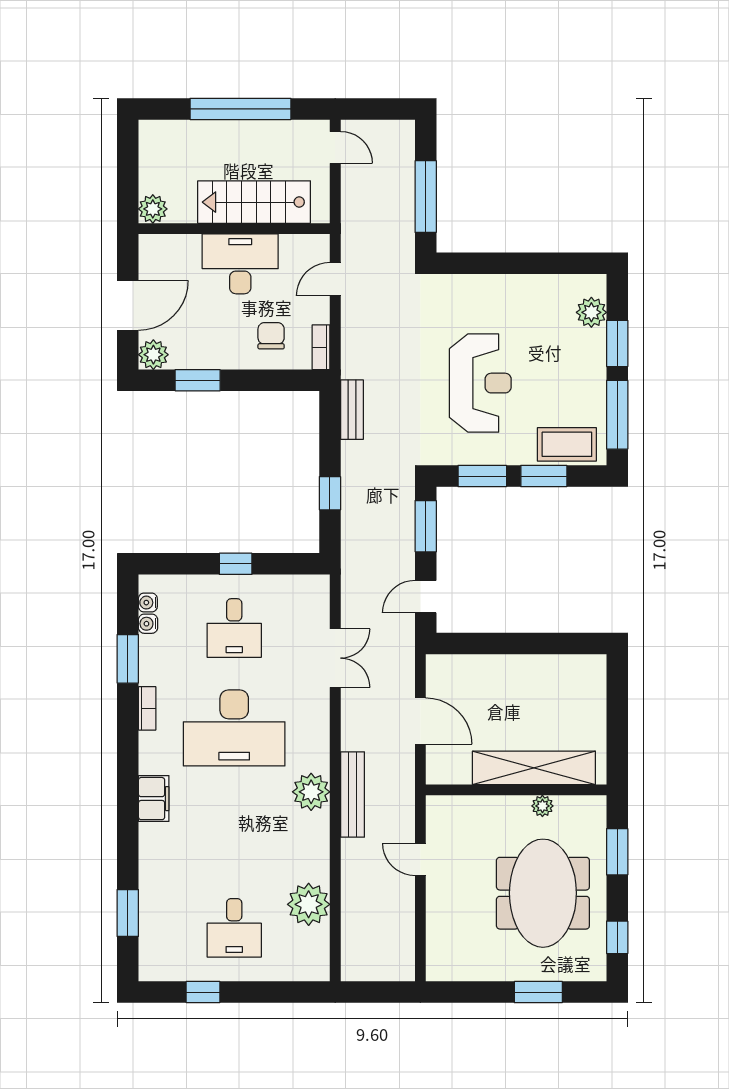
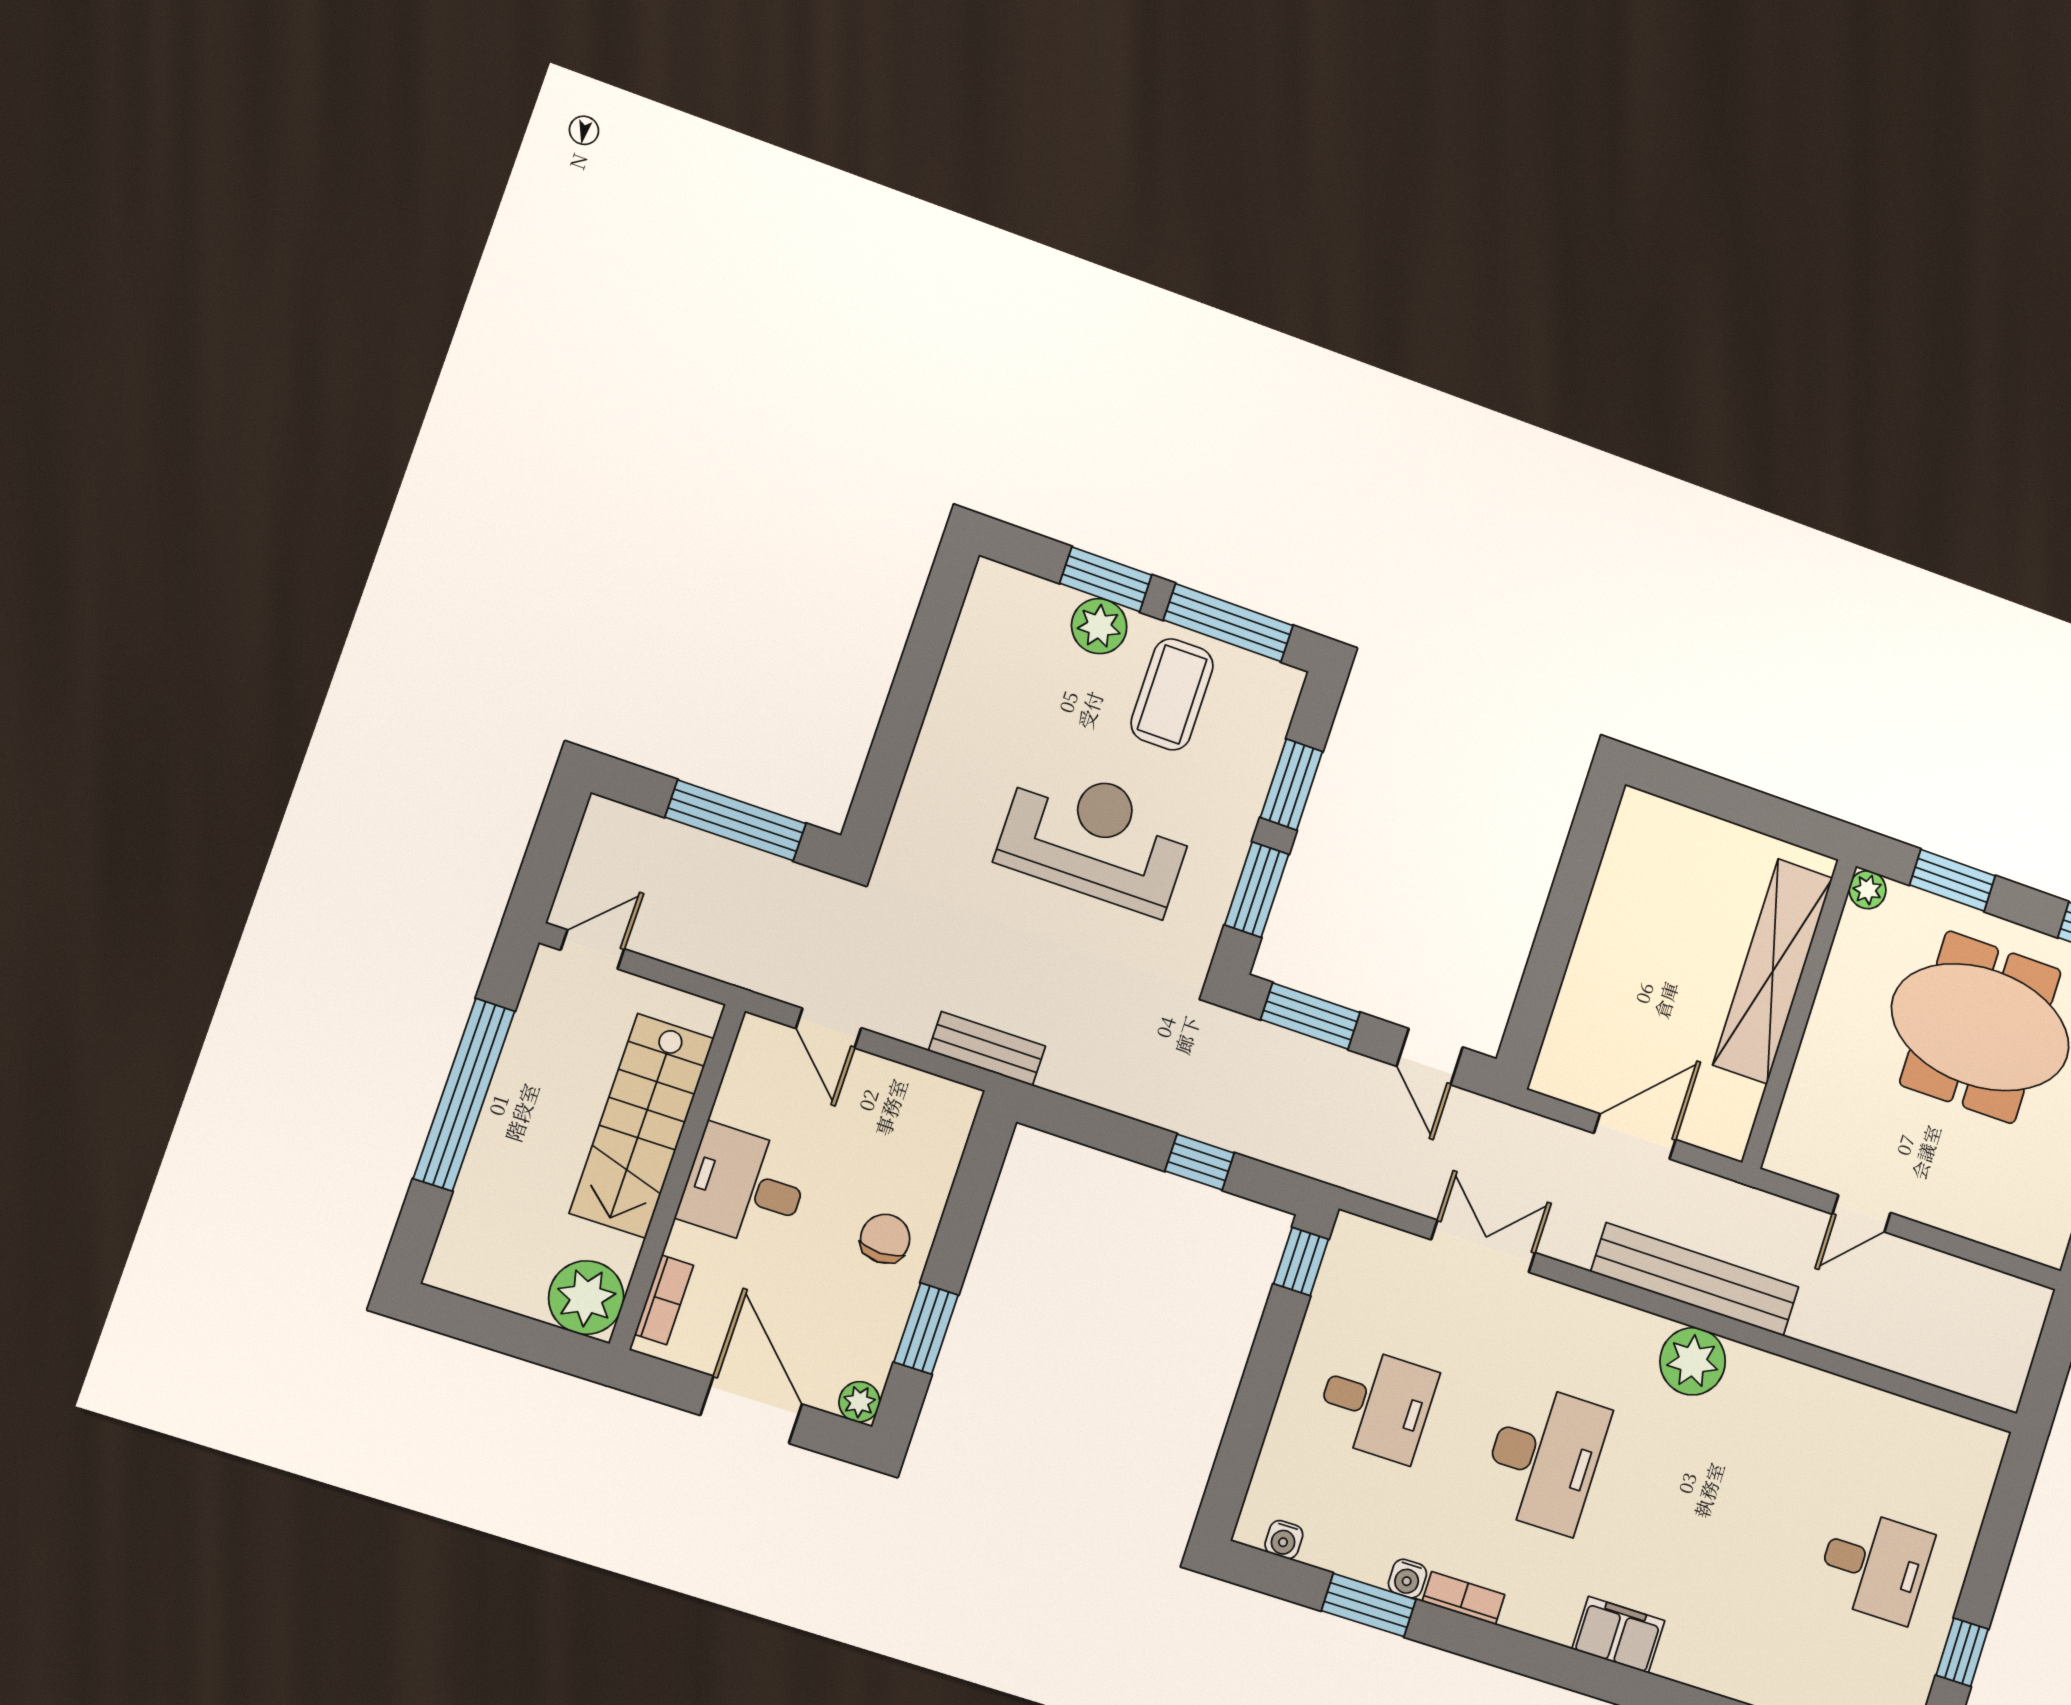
plant: (153, 209) -> (586, 1298), width x1.36, depth x1.36
desk: (240, 264) -> (744, 1186), width x0.73
plant: (591, 312) -> (1099, 626), moved
chair: (271, 336) -> (885, 1239), moved, turned 90
bookcase: (321, 347) -> (664, 1300), moved, turned -90
plant: (153, 355) -> (859, 1402), width x0.73, depth x0.73
bench: (352, 410) -> (987, 1049), moved
coffee table: (567, 444) -> (1172, 694), moved
window: (236, 564) -> (1301, 1261), moved
water cooler: (148, 624) -> (1407, 1579), moved
desk: (234, 728) -> (1545, 1458), width x0.73, depth x0.77
bench: (353, 795) -> (1695, 1279), width x1.37, depth x1.21
plant: (542, 806) -> (1868, 890), moved
plant: (309, 904) -> (1876, 1427), removed

